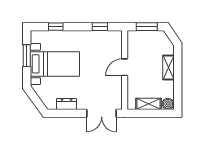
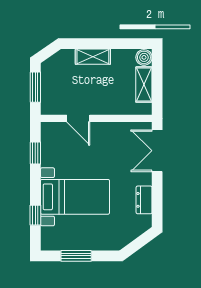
bed with nightstands: (55, 64) -> (75, 197), moved, turned 90
door: (125, 67) -> (78, 118), moved
double door: (102, 113) -> (157, 151), swing flipped

